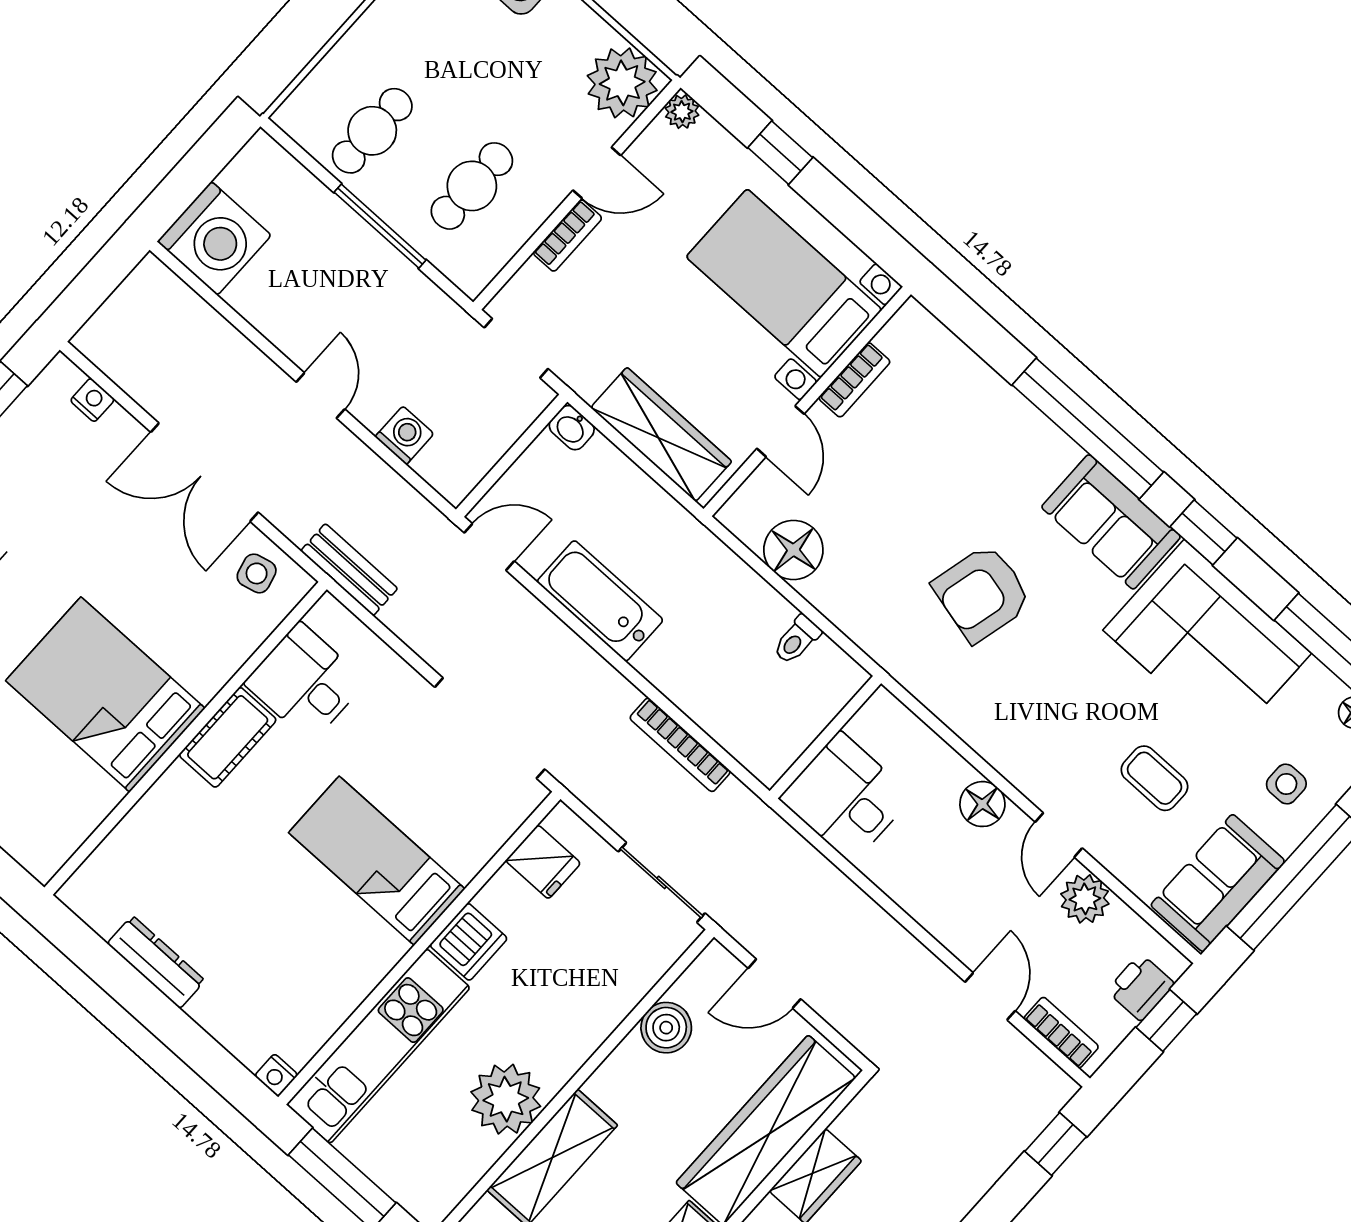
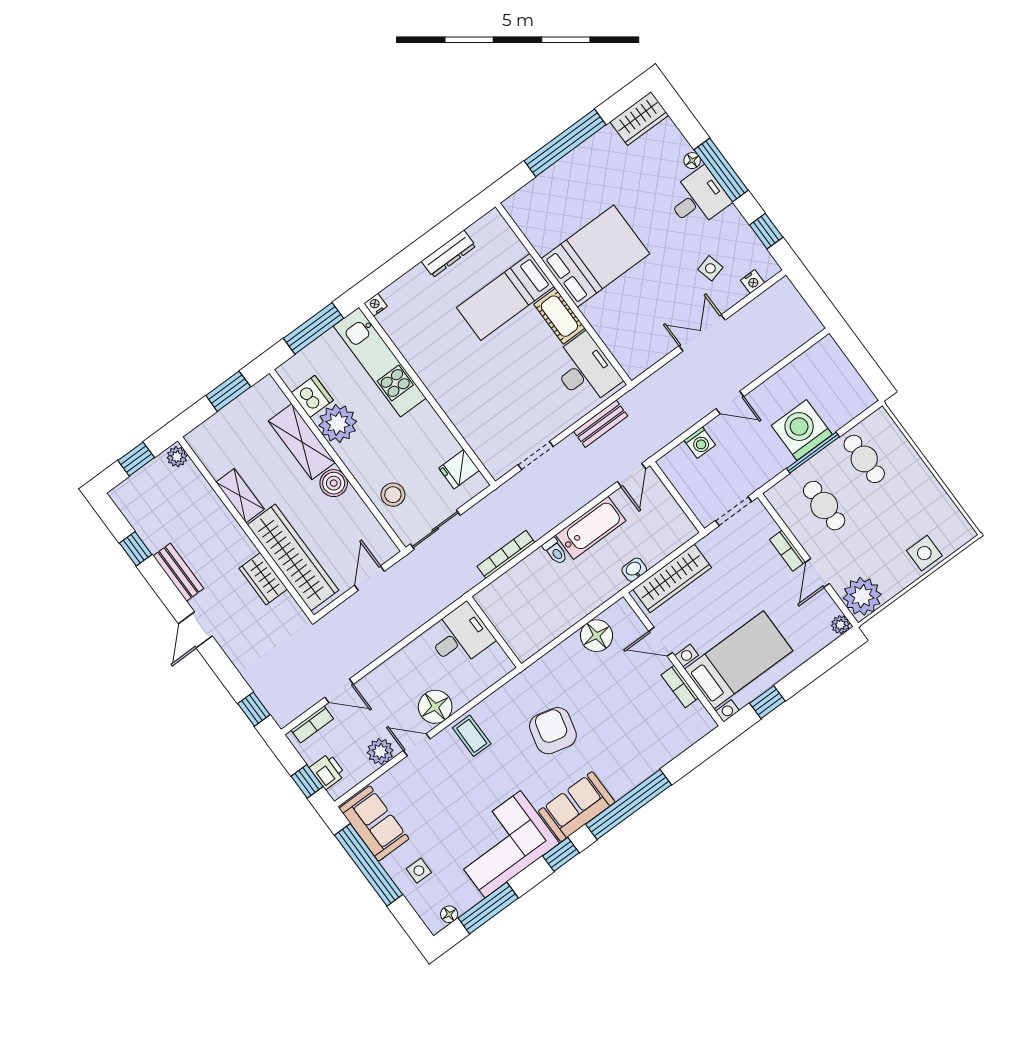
window: (780, 153) -> (767, 702), moved
washing machine: (214, 238) -> (802, 430), moved, turned 90
washbasin: (572, 428) -> (634, 570), moved
double door: (204, 472) -> (702, 333), width x0.73
bench: (349, 570) -> (601, 424), moved
side table: (257, 573) -> (710, 268), moved
toilet: (797, 640) -> (555, 551), moved, turned 180
desk: (305, 682) -> (585, 370), width x1.37
doorway: (490, 728) -> (536, 456), width x0.53
coffee table: (1154, 778) -> (472, 736), moved, turned 90
floor lamp: (982, 804) -> (435, 707), width x1.38, depth x1.38
bed: (377, 861) -> (505, 297), moved, turned 180
dishwasher: (469, 942) -> (312, 397), moved, turned 180
stool: (614, 972) -> (393, 495), added
boiler: (666, 1028) -> (334, 483), moved

